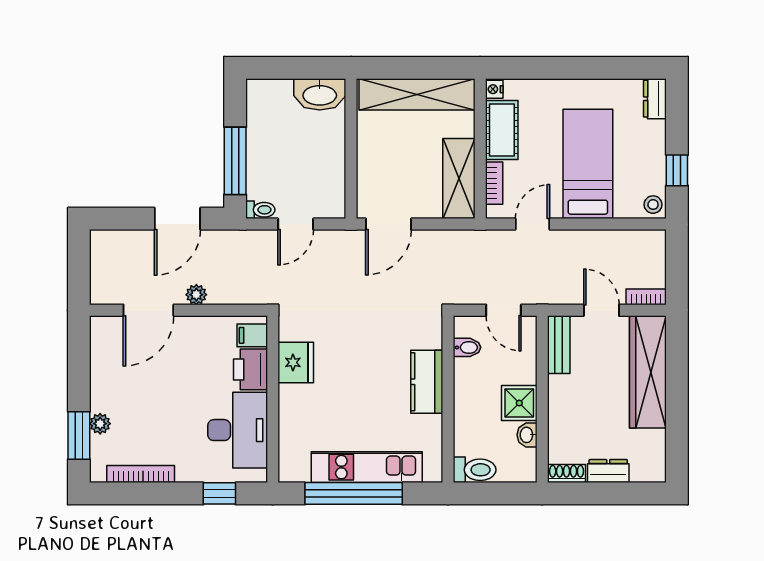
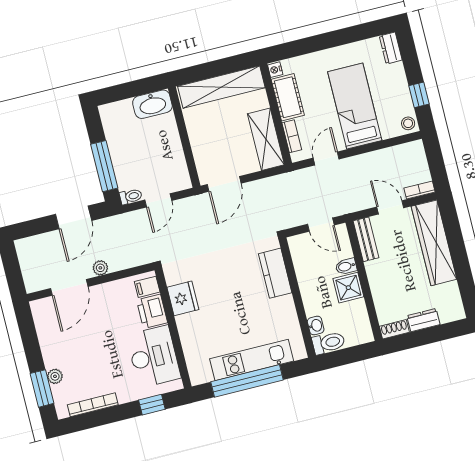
bidet: (467, 347) -> (346, 266), moved, turned 180
kitchen counter: (427, 382) -> (275, 273), moved
washbasin: (527, 435) -> (316, 326), moved, turned 180

